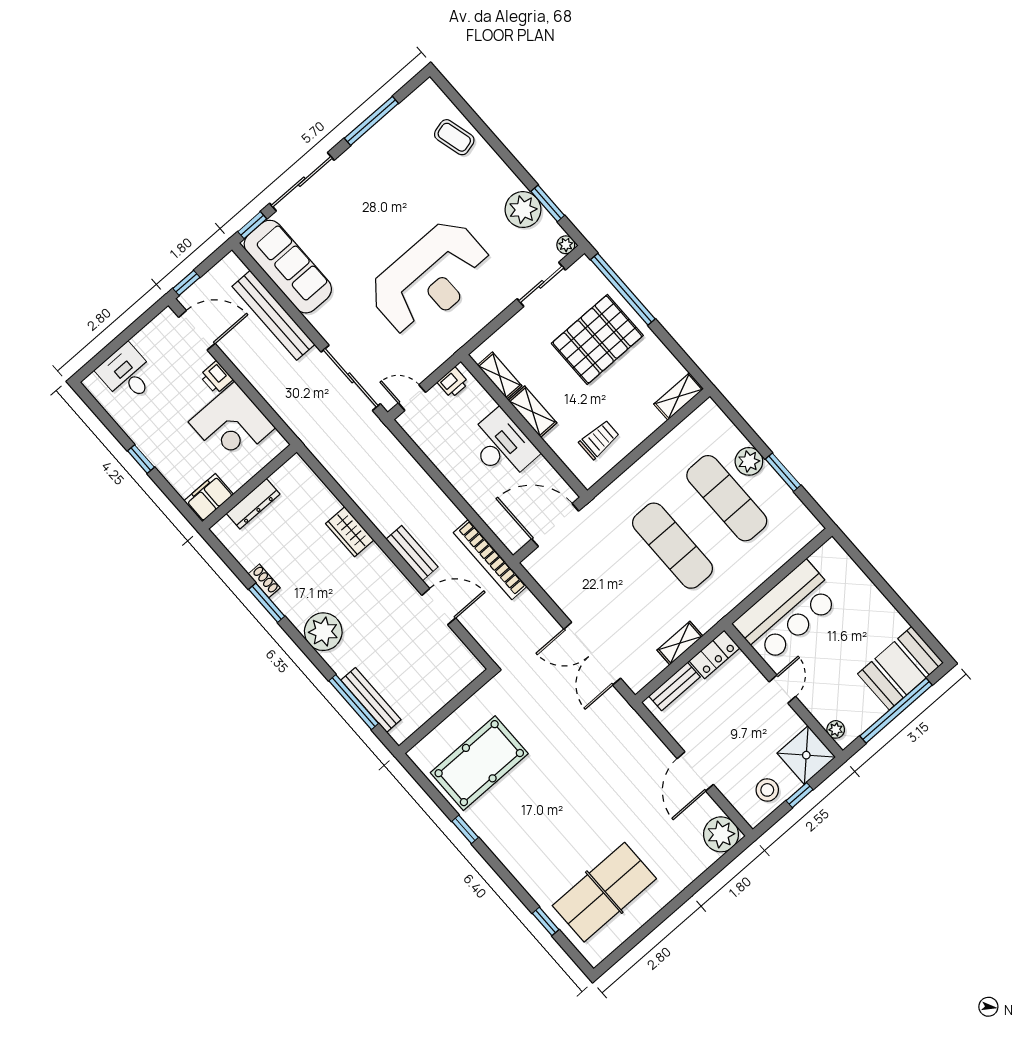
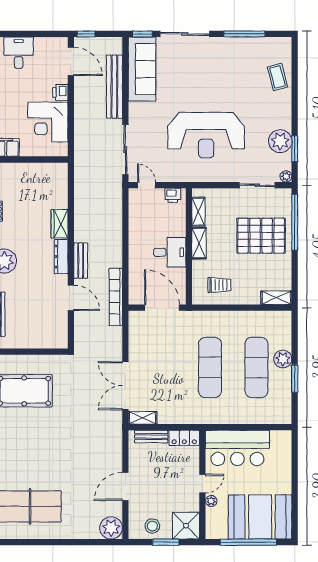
desk: (502, 446) -> (170, 252), width x0.73
dresser: (253, 504) -> (61, 257), moved, turned 90
shelving: (680, 643) -> (142, 418), moved
booth: (900, 668) -> (260, 517), width x1.36, depth x1.42
plant: (836, 729) -> (211, 501), moved
window: (799, 795) -> (166, 542), width x1.50

